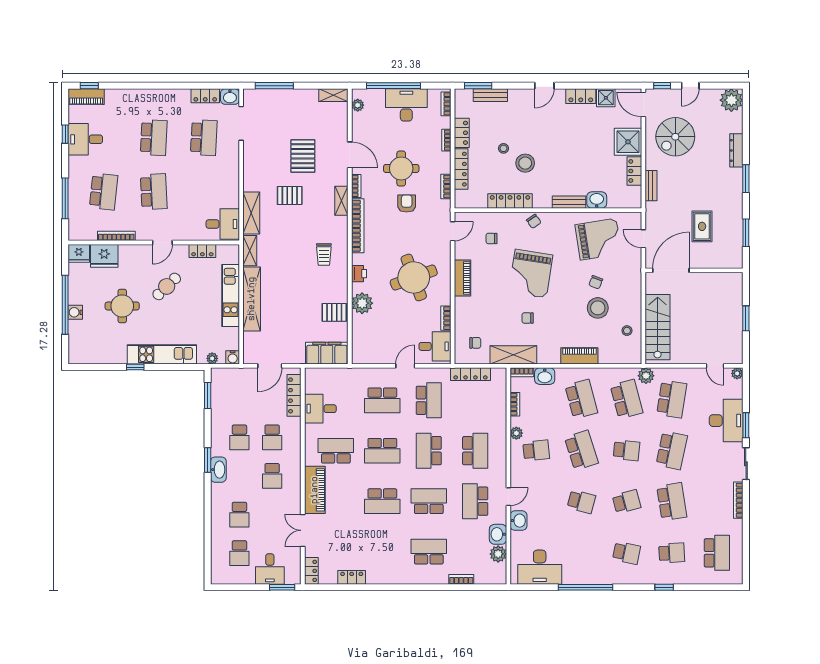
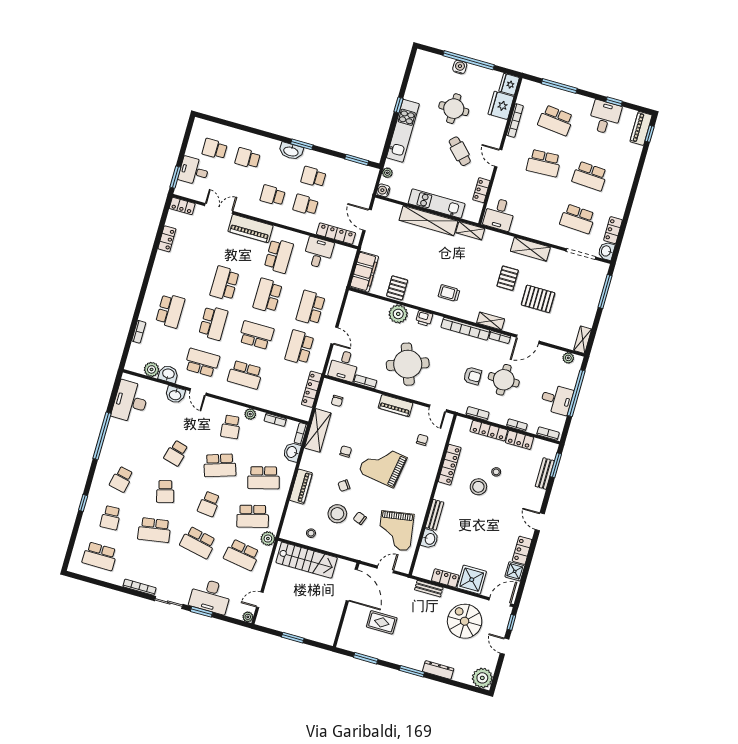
desk: (406, 105) -> (557, 399), width x0.73
shelving: (251, 213) -> (530, 249), moved
chair: (534, 221) -> (344, 486), moved
school desk: (429, 400) -> (299, 347), turned 90

